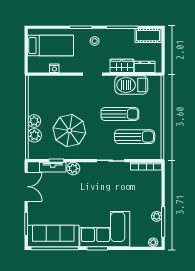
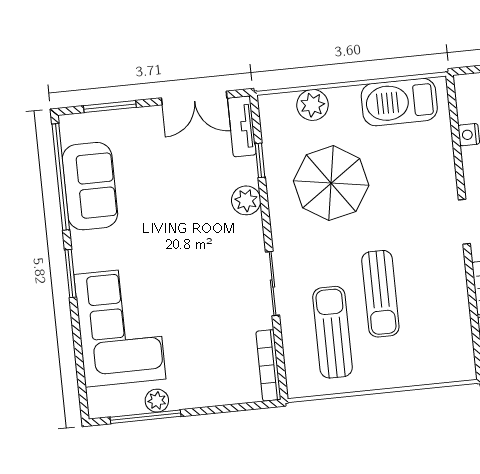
barbecue: (131, 85) -> (399, 102), moved, turned -90
plant: (34, 121) -> (345, 101), removed
sun lounger: (135, 137) -> (333, 332), turned 180
tv unit: (53, 167) -> (242, 126), moved
corner sofa: (105, 229) -> (120, 327), moved
sofa: (53, 236) -> (90, 186), width x0.73
plant: (153, 242) -> (97, 399), removed

